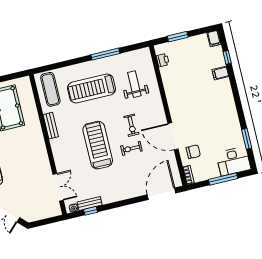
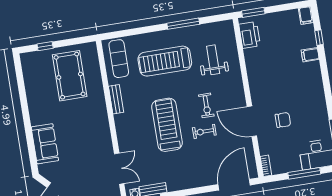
window: (178, 37) -> (253, 12), moved
printer: (163, 60) -> (250, 35), width x1.87, depth x1.48
chair: (193, 152) -> (283, 120), moved

